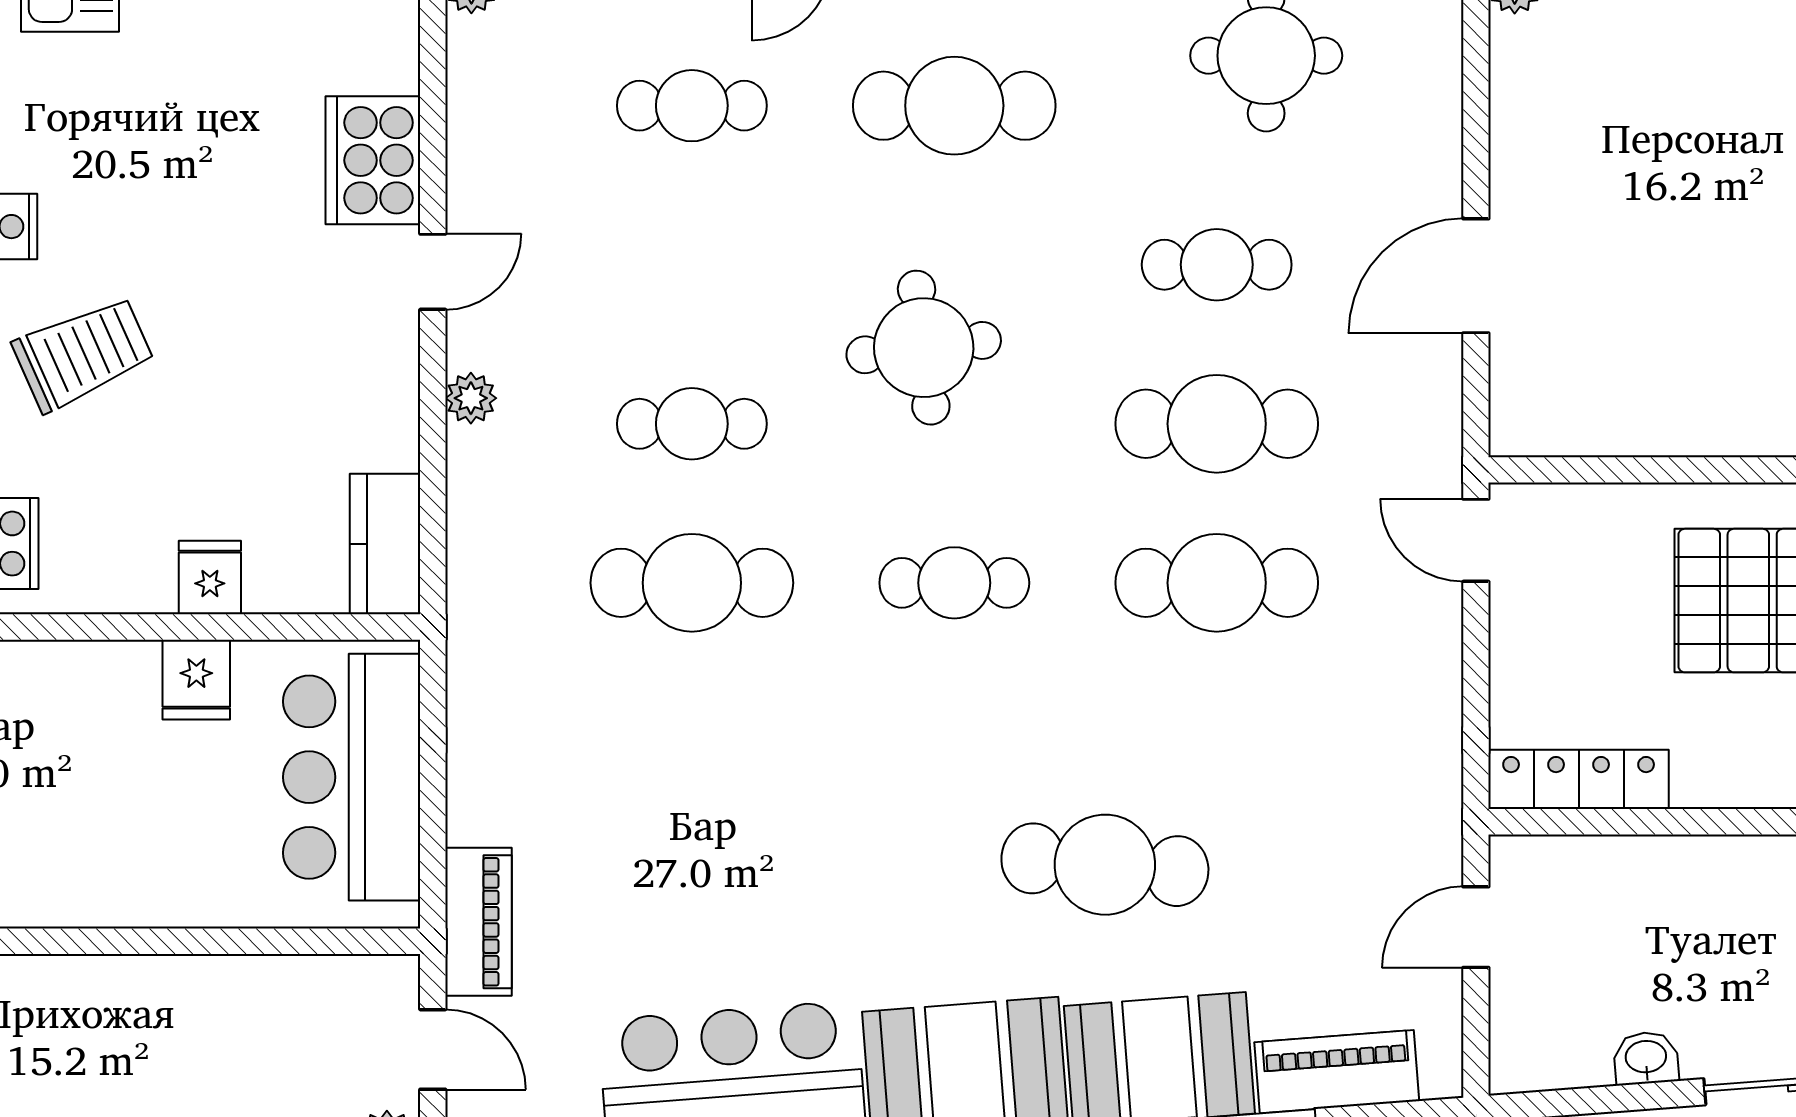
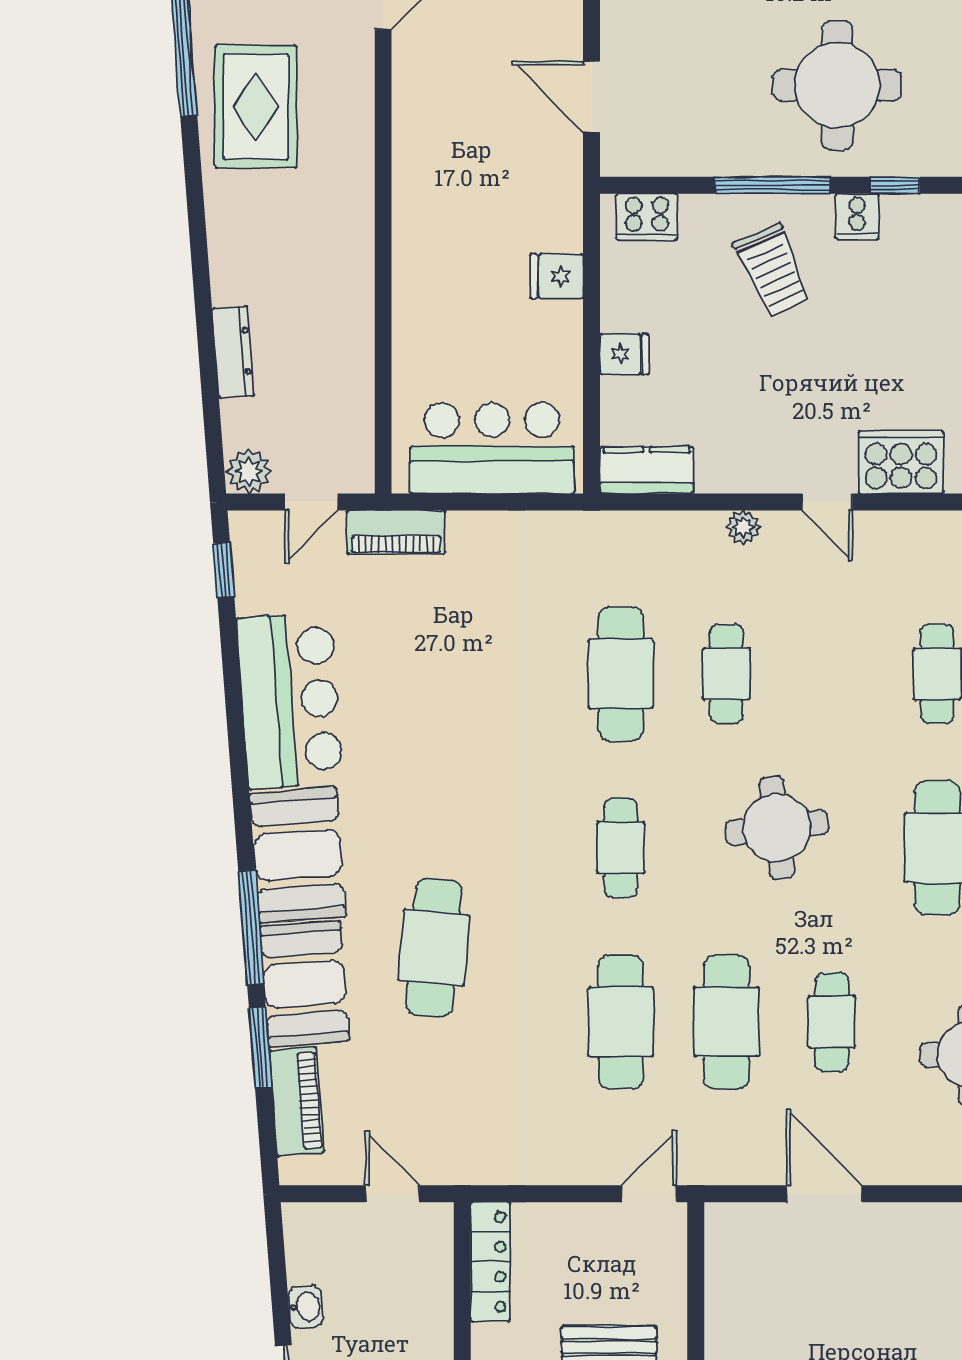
fridge: (196, 680) -> (557, 276), moved

